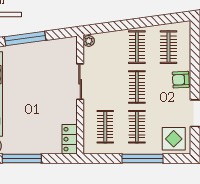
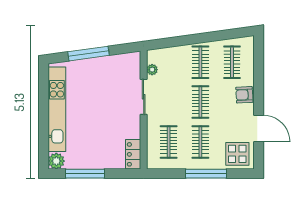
plant: (89, 41) -> (152, 70), moved

